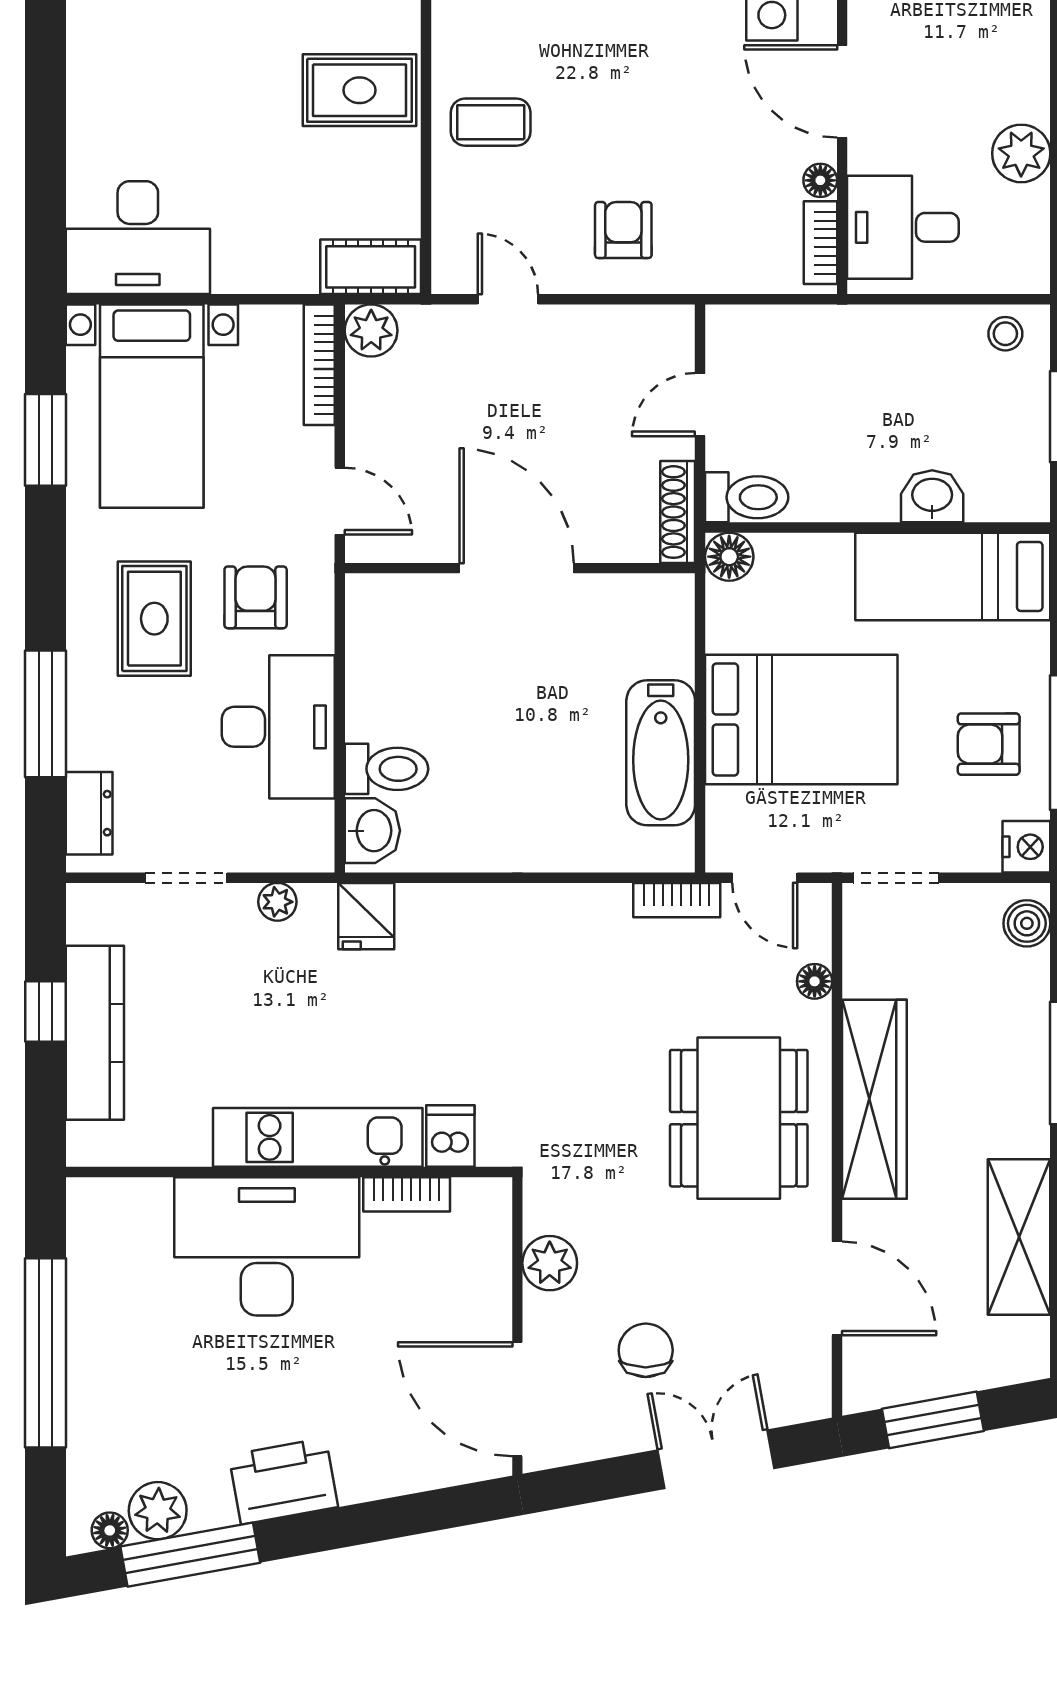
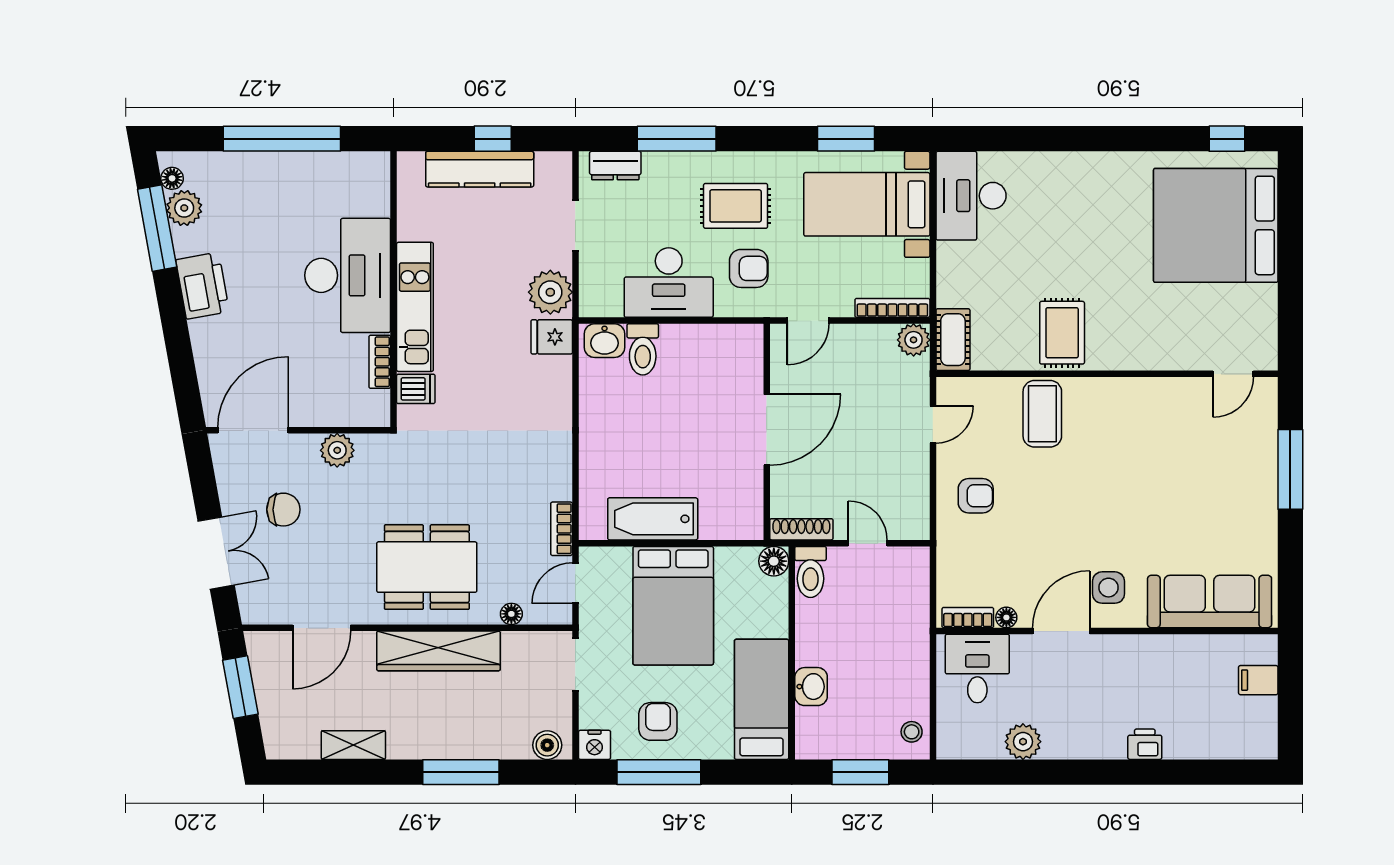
coffee table: (491, 122) -> (1042, 414), width x1.36, depth x1.30
plant: (277, 902) -> (550, 292), width x1.87, depth x1.87
shelving: (1019, 1237) -> (353, 745), width x0.67, depth x0.75

